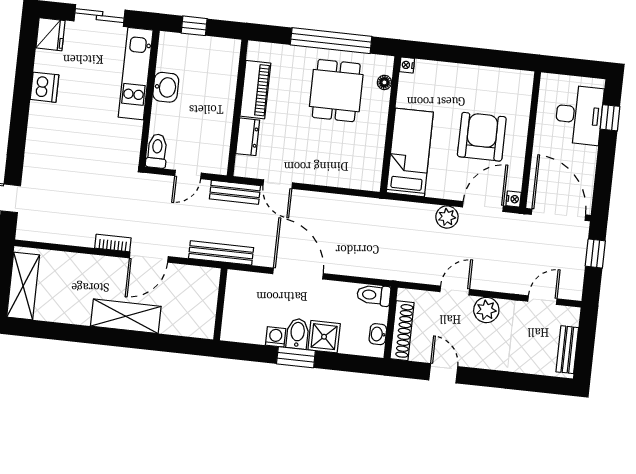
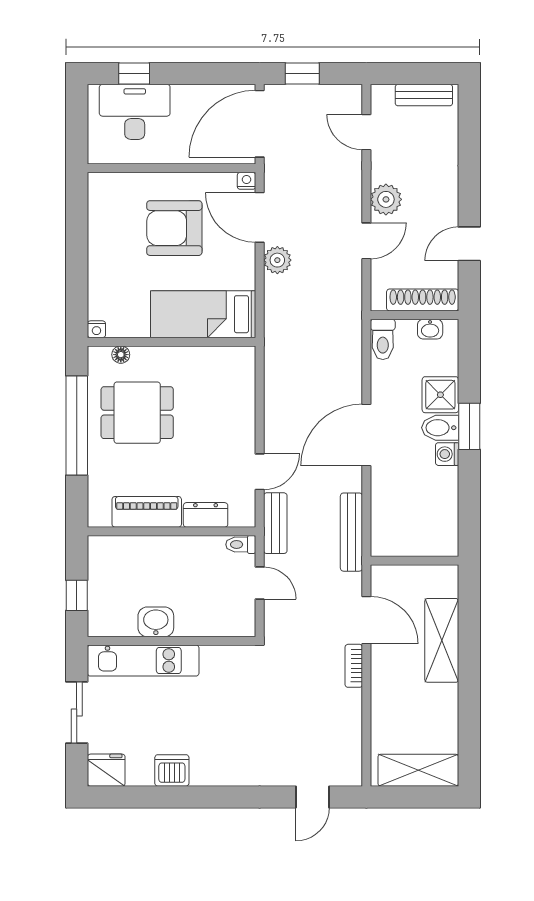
toilet: (157, 151) -> (241, 544), moved, width x0.73, depth x0.72
door: (455, 291) -> (366, 241), swing flipped
wall: (220, 304) -> (414, 561), moved

